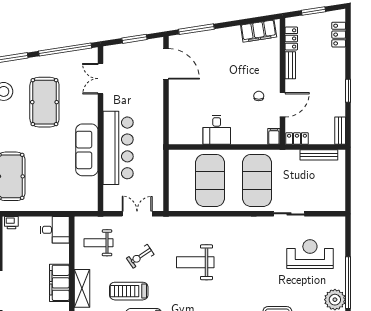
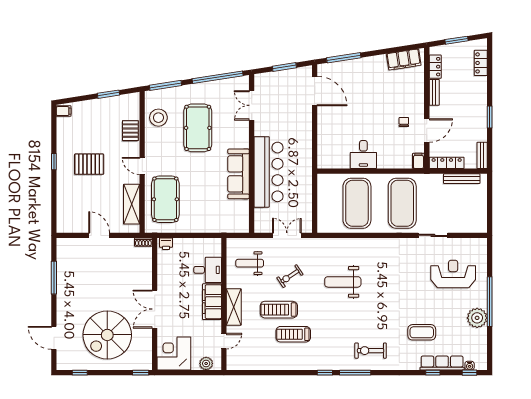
locker: (297, 138) -> (447, 163), width x1.53
desk: (55, 230) -> (208, 270), moved

